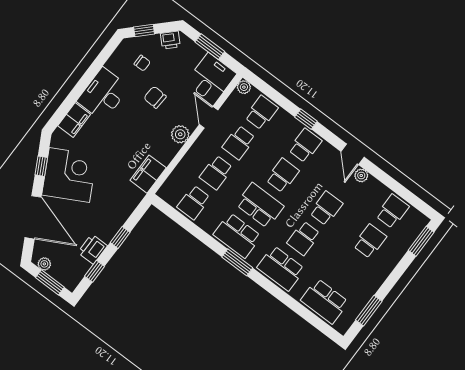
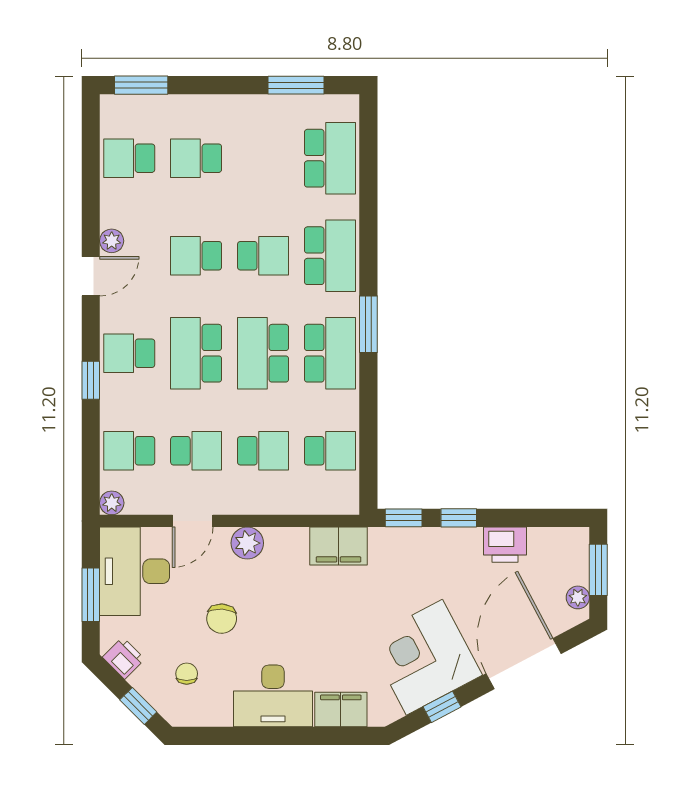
desk: (211, 78) -> (135, 571), width x1.37
school desk: (282, 175) -> (196, 353), width x1.85
window: (95, 271) -> (404, 518), moved

